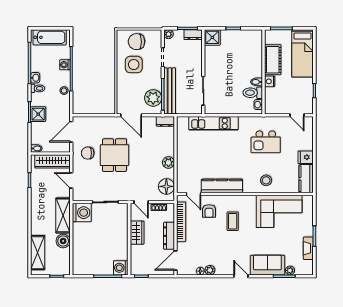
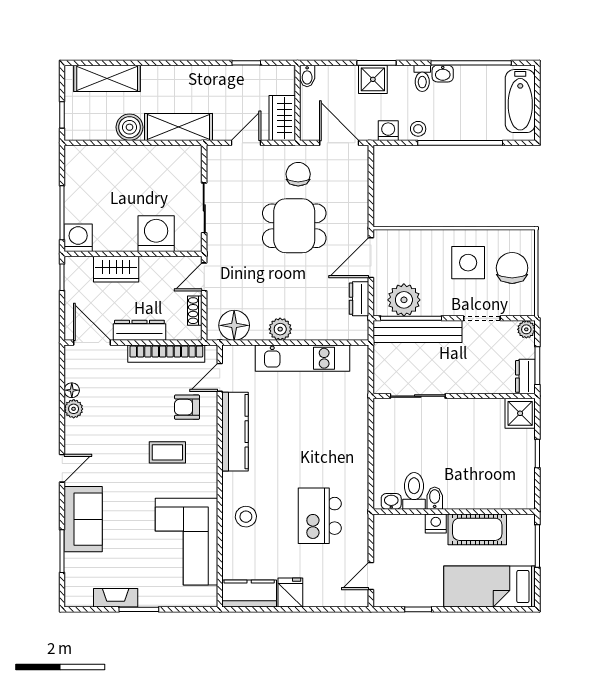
washing machine: (65, 65) -> (388, 131), moved
dresser: (165, 121) -> (359, 299), moved
kitchen unit: (213, 123) -> (302, 358), moved, turned -90
wardrobe: (52, 161) -> (282, 118), width x0.67
washing machine: (82, 213) -> (156, 234), moved, turned 180
wardrobe: (137, 233) -> (116, 269), moved
plant: (290, 270) -> (73, 562), removed

